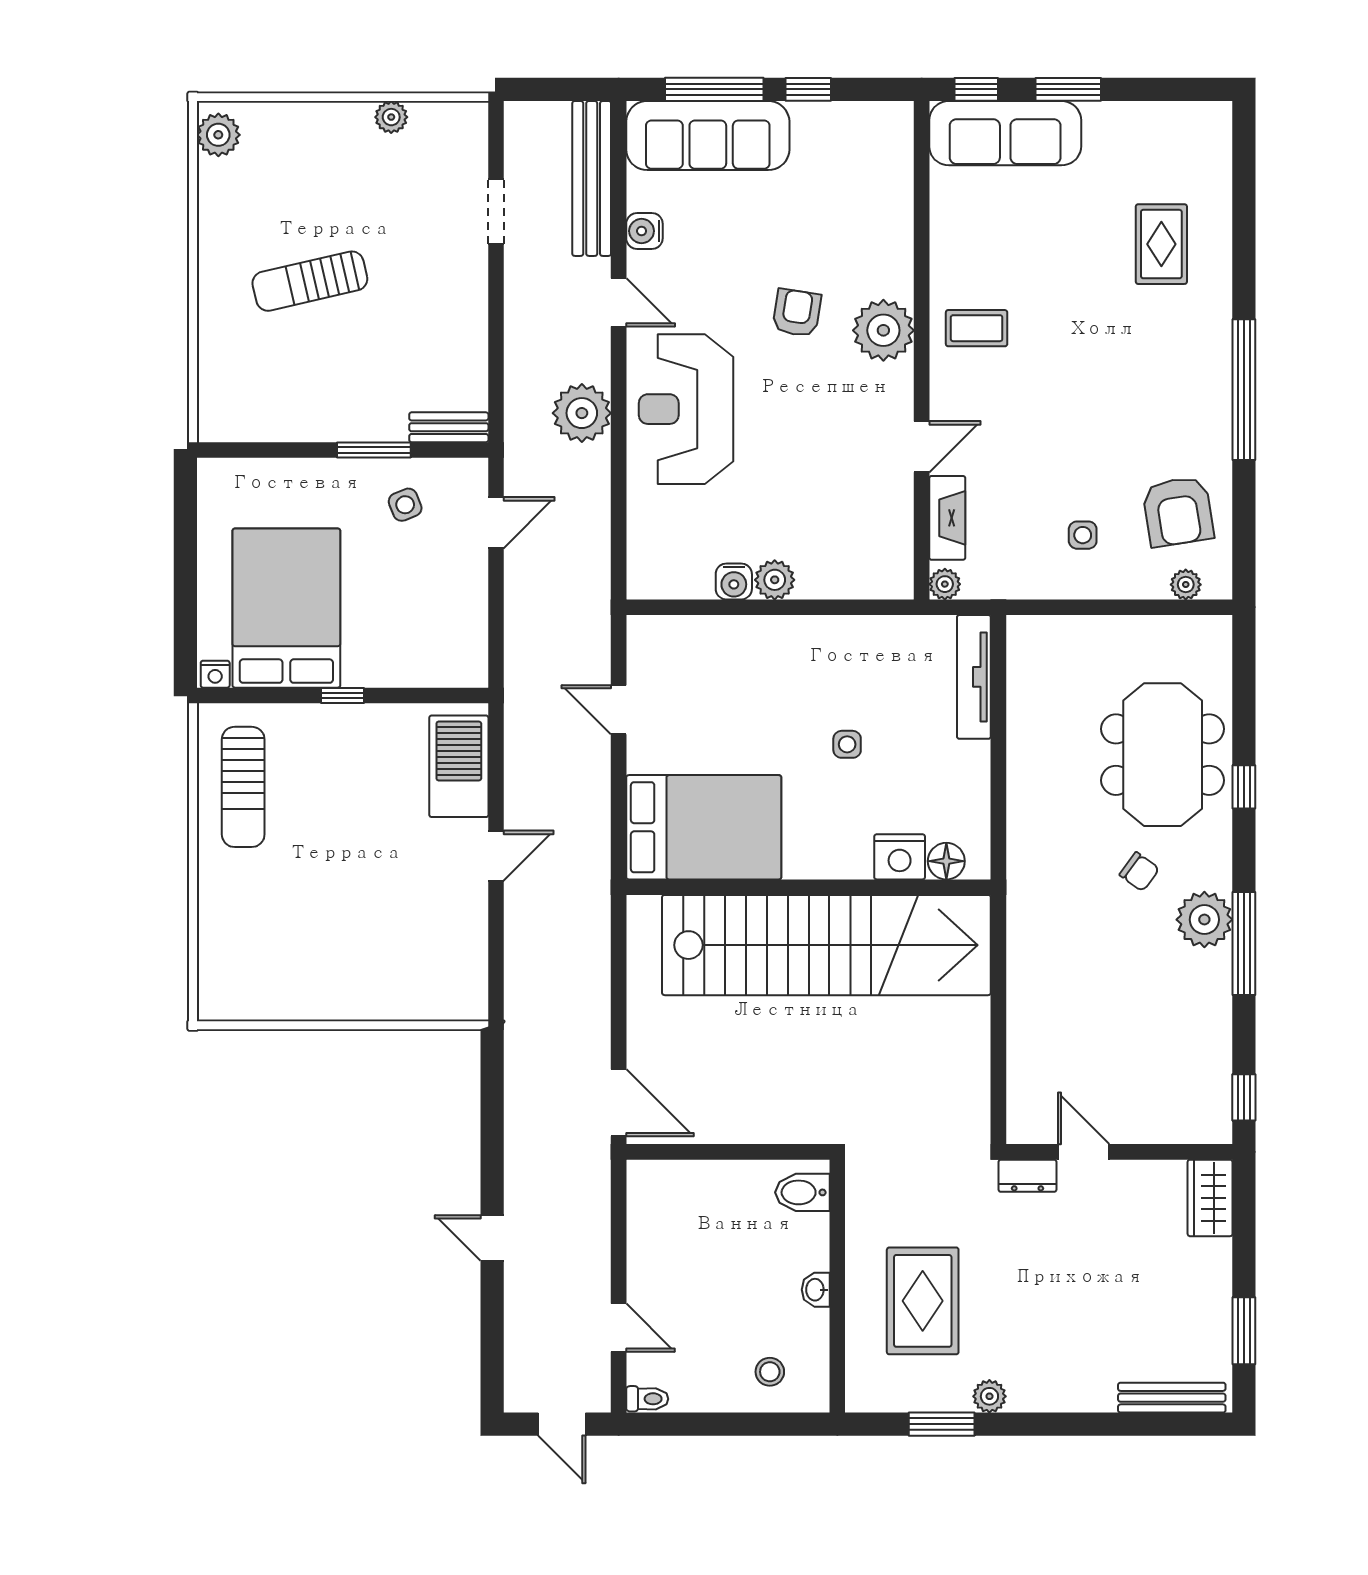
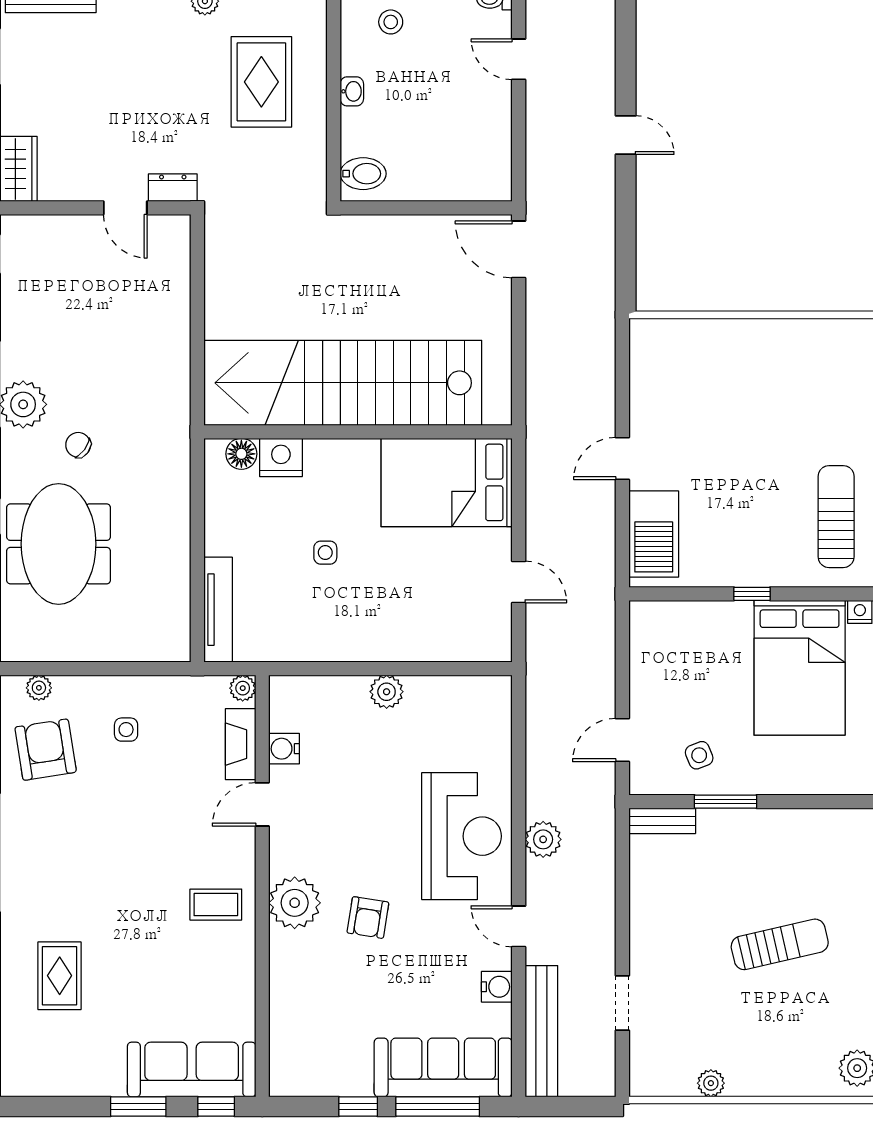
plant: (582, 413) -> (543, 839), width x0.73, depth x0.73
water cooler: (734, 581) -> (284, 749), moved, turned -90

